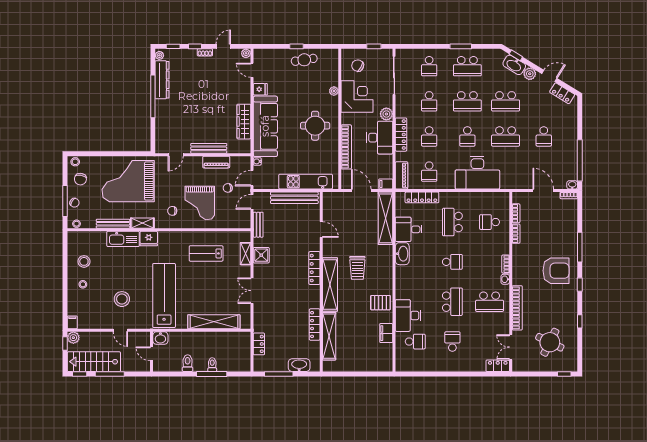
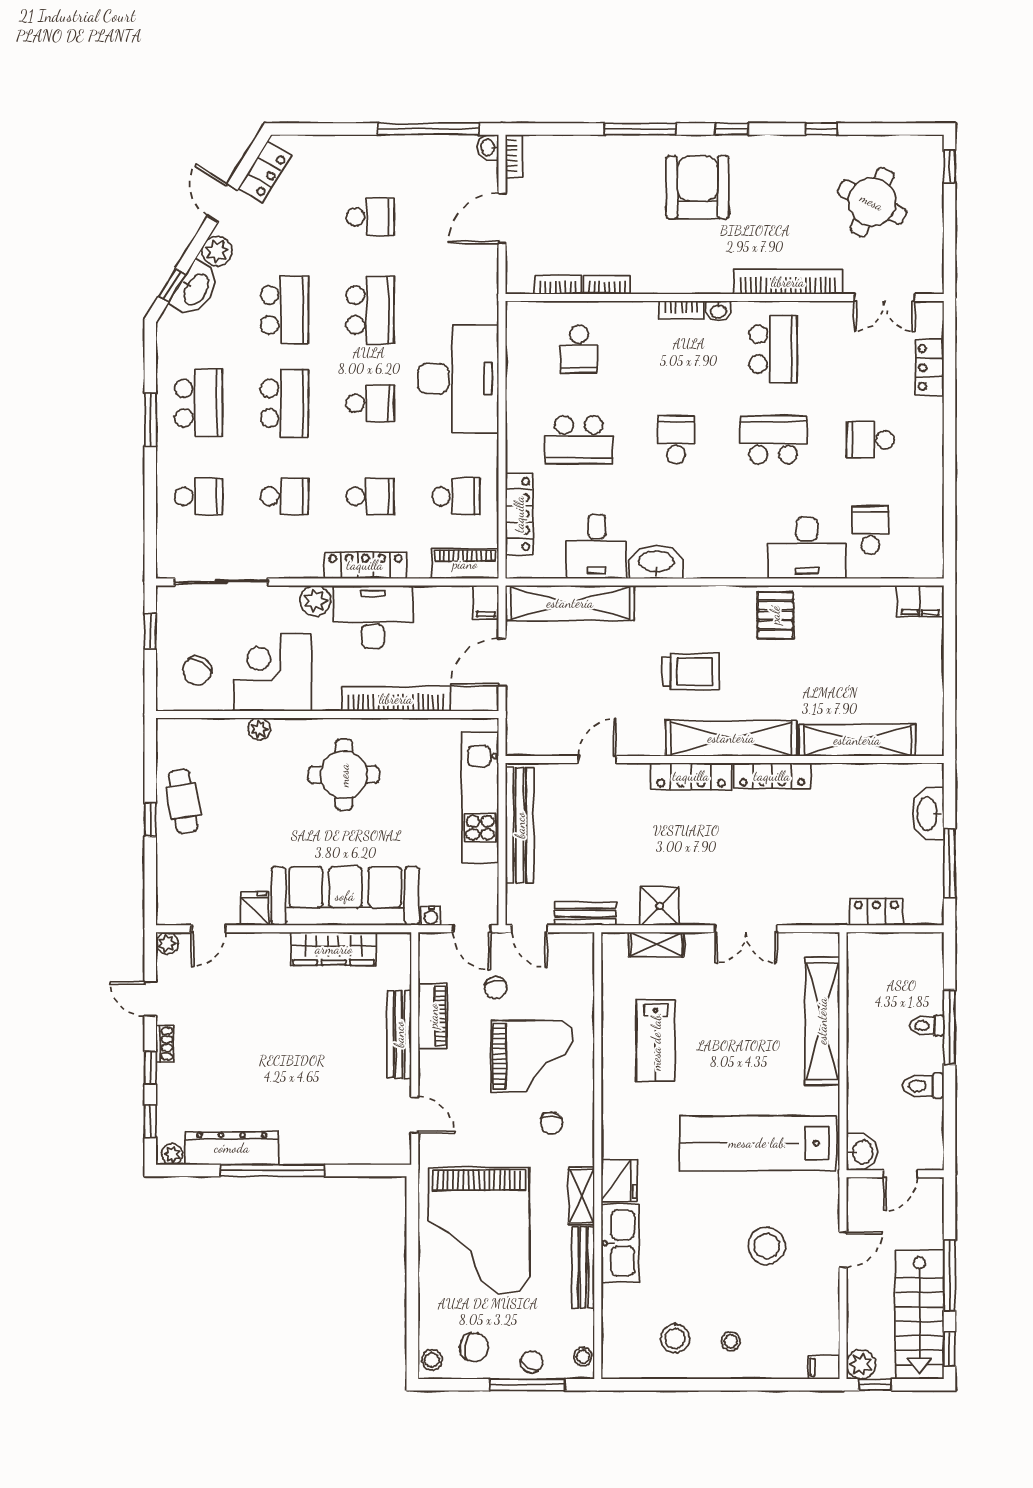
locker: (315, 325) -> (772, 776), moved
filing cabinet: (386, 333) -> (920, 601), moved
locker: (498, 366) -> (930, 368), moved

